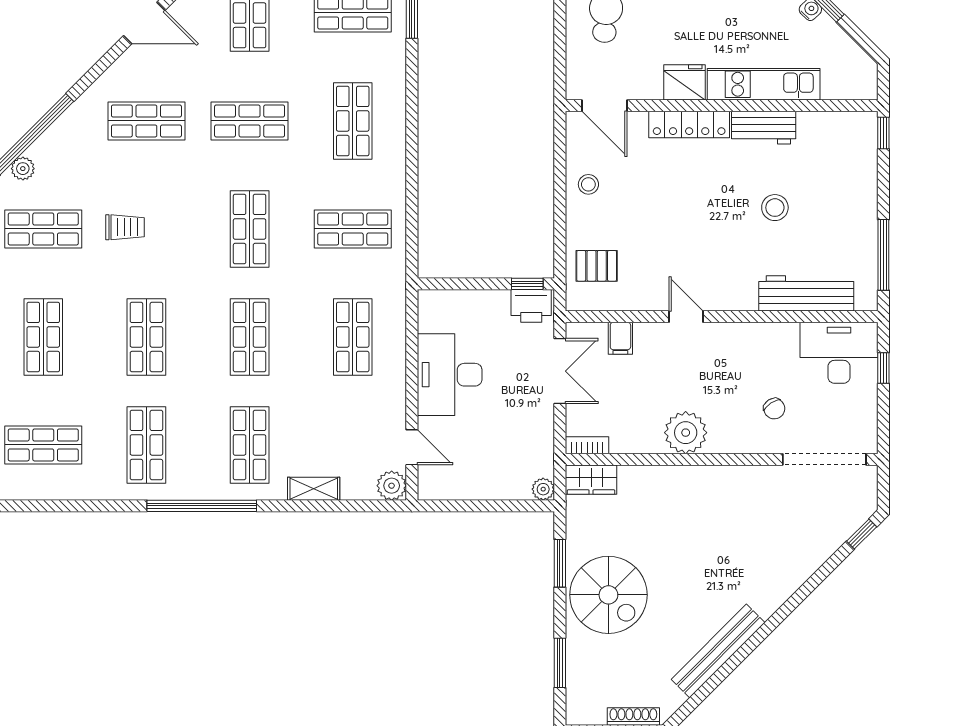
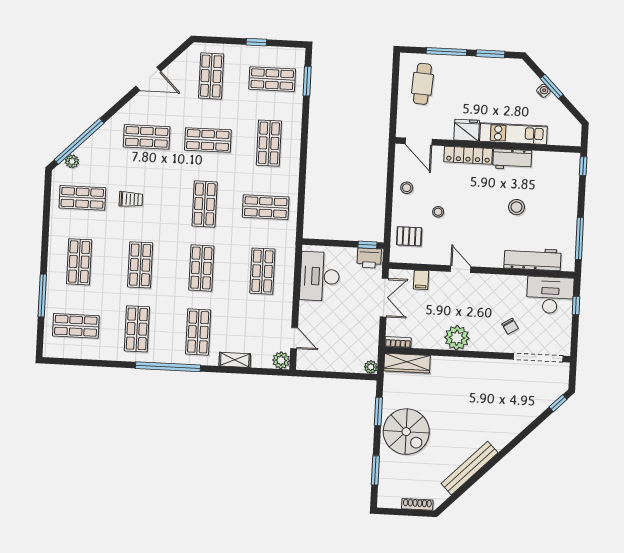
stool: (643, 222) -> (438, 212), added
desk: (450, 375) -> (320, 276), moved
wardrobe: (591, 480) -> (407, 363), width x1.50

